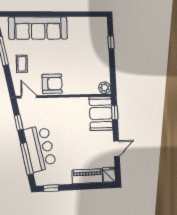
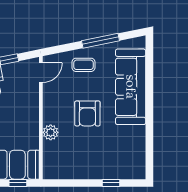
armchair: (52, 84) -> (87, 113), moved
plant: (105, 88) -> (51, 132), moved

